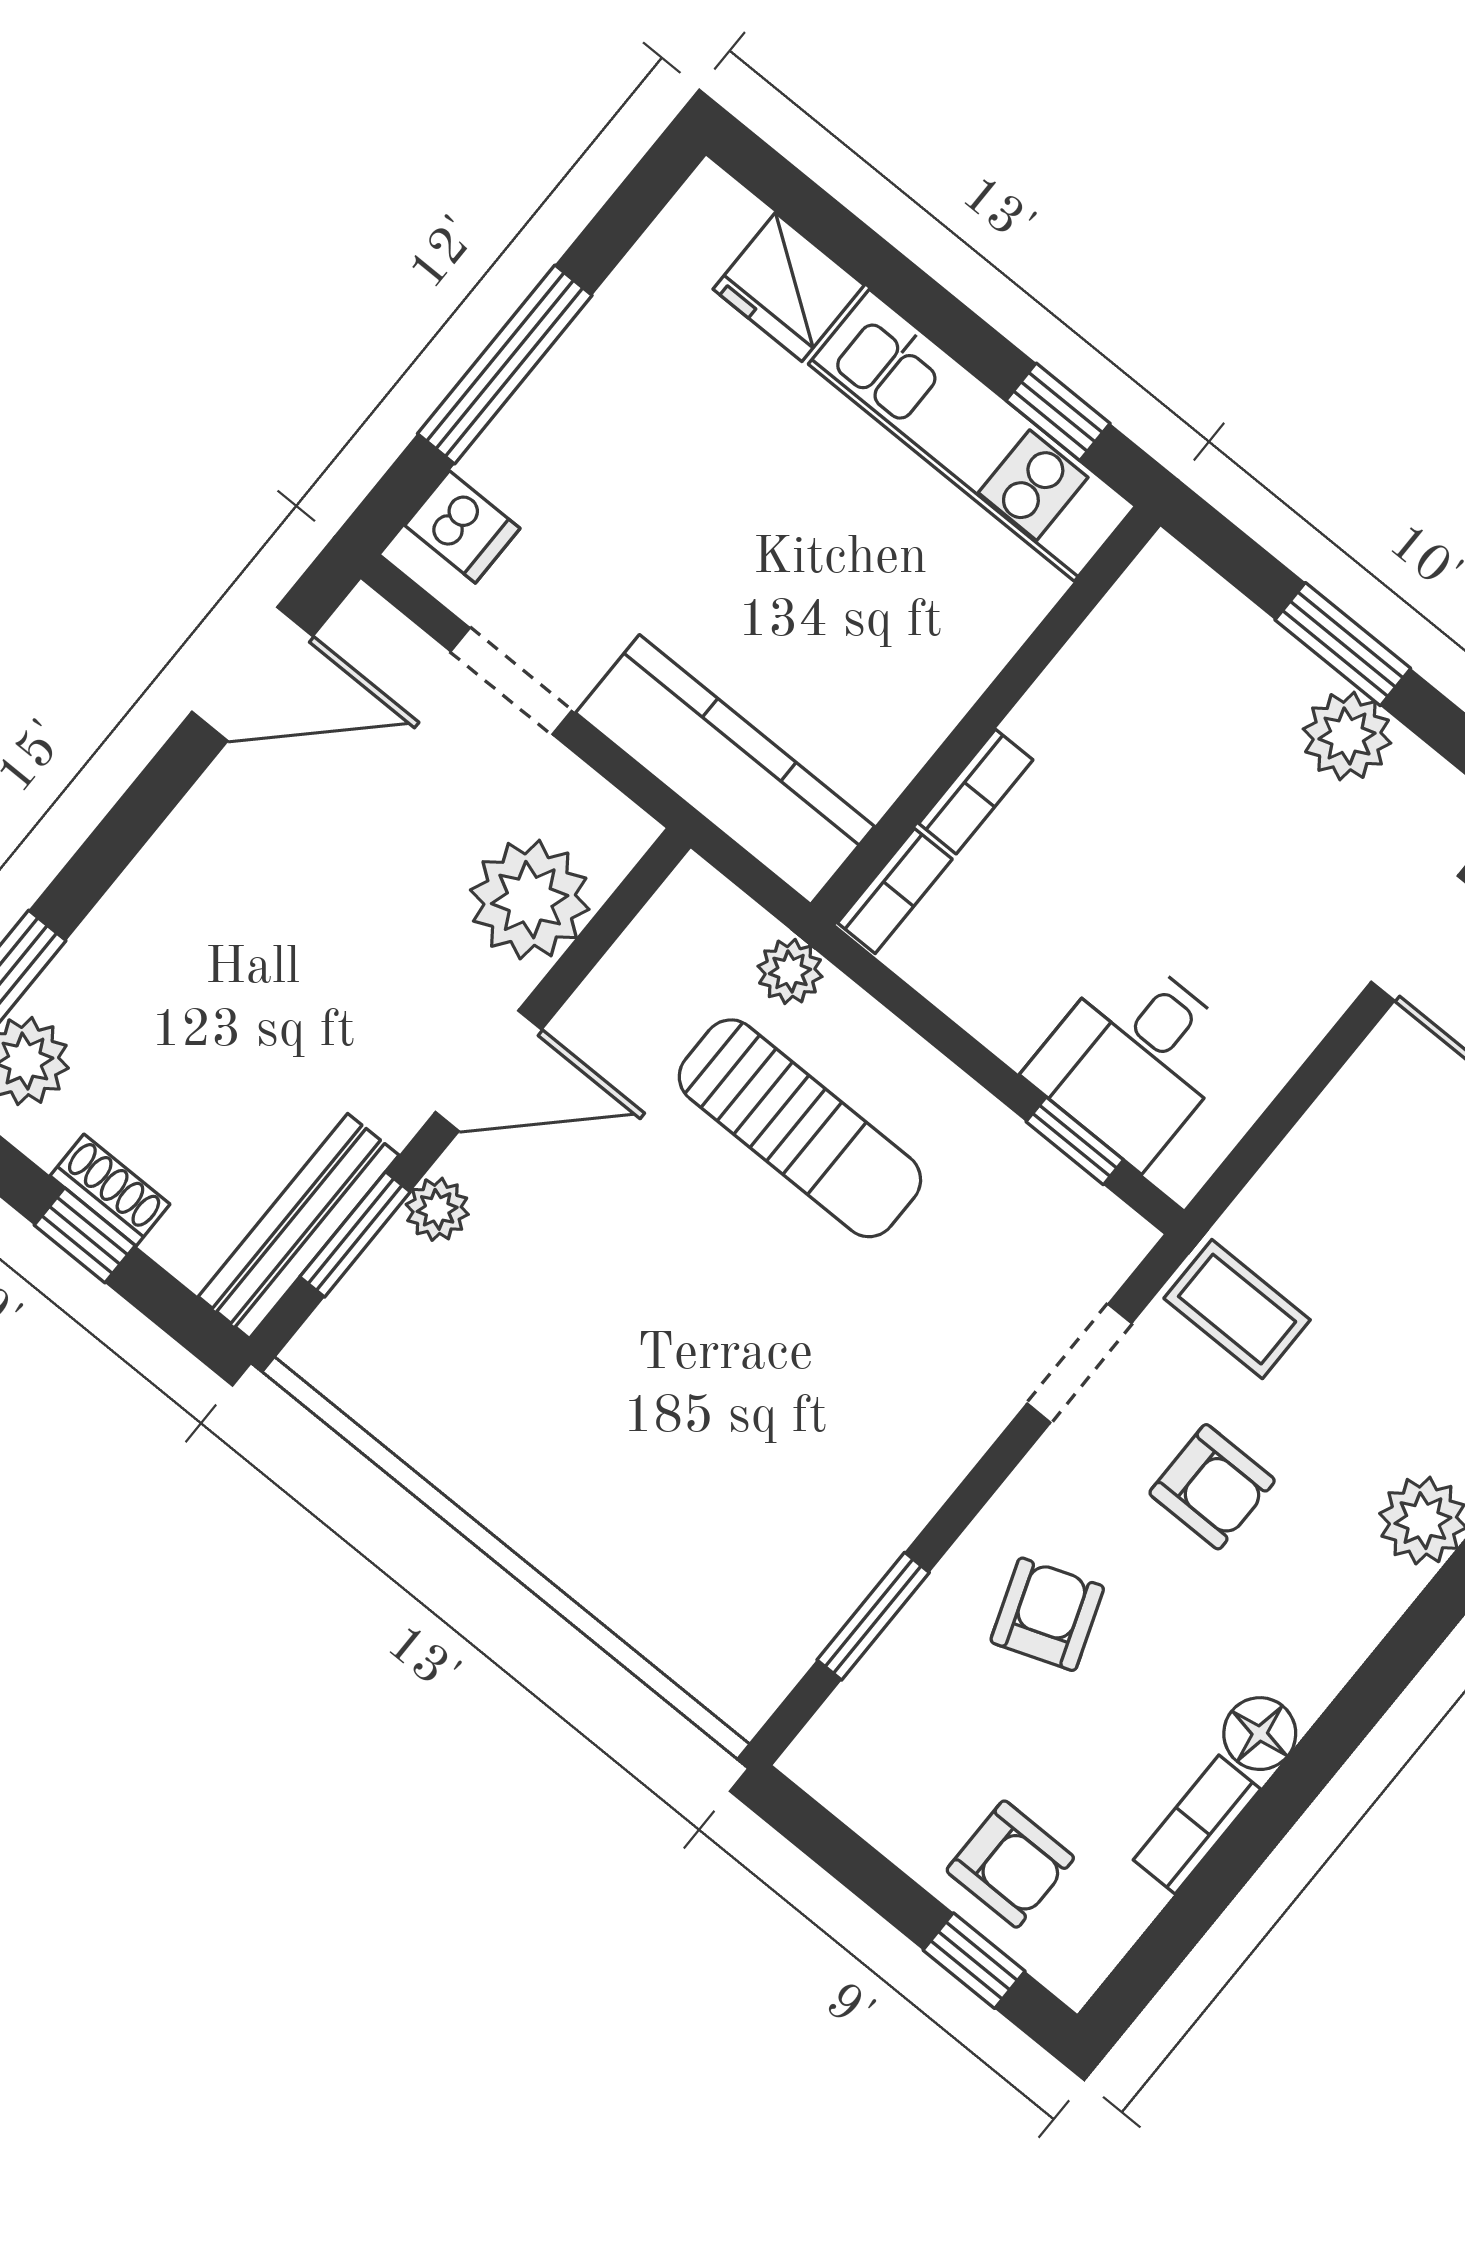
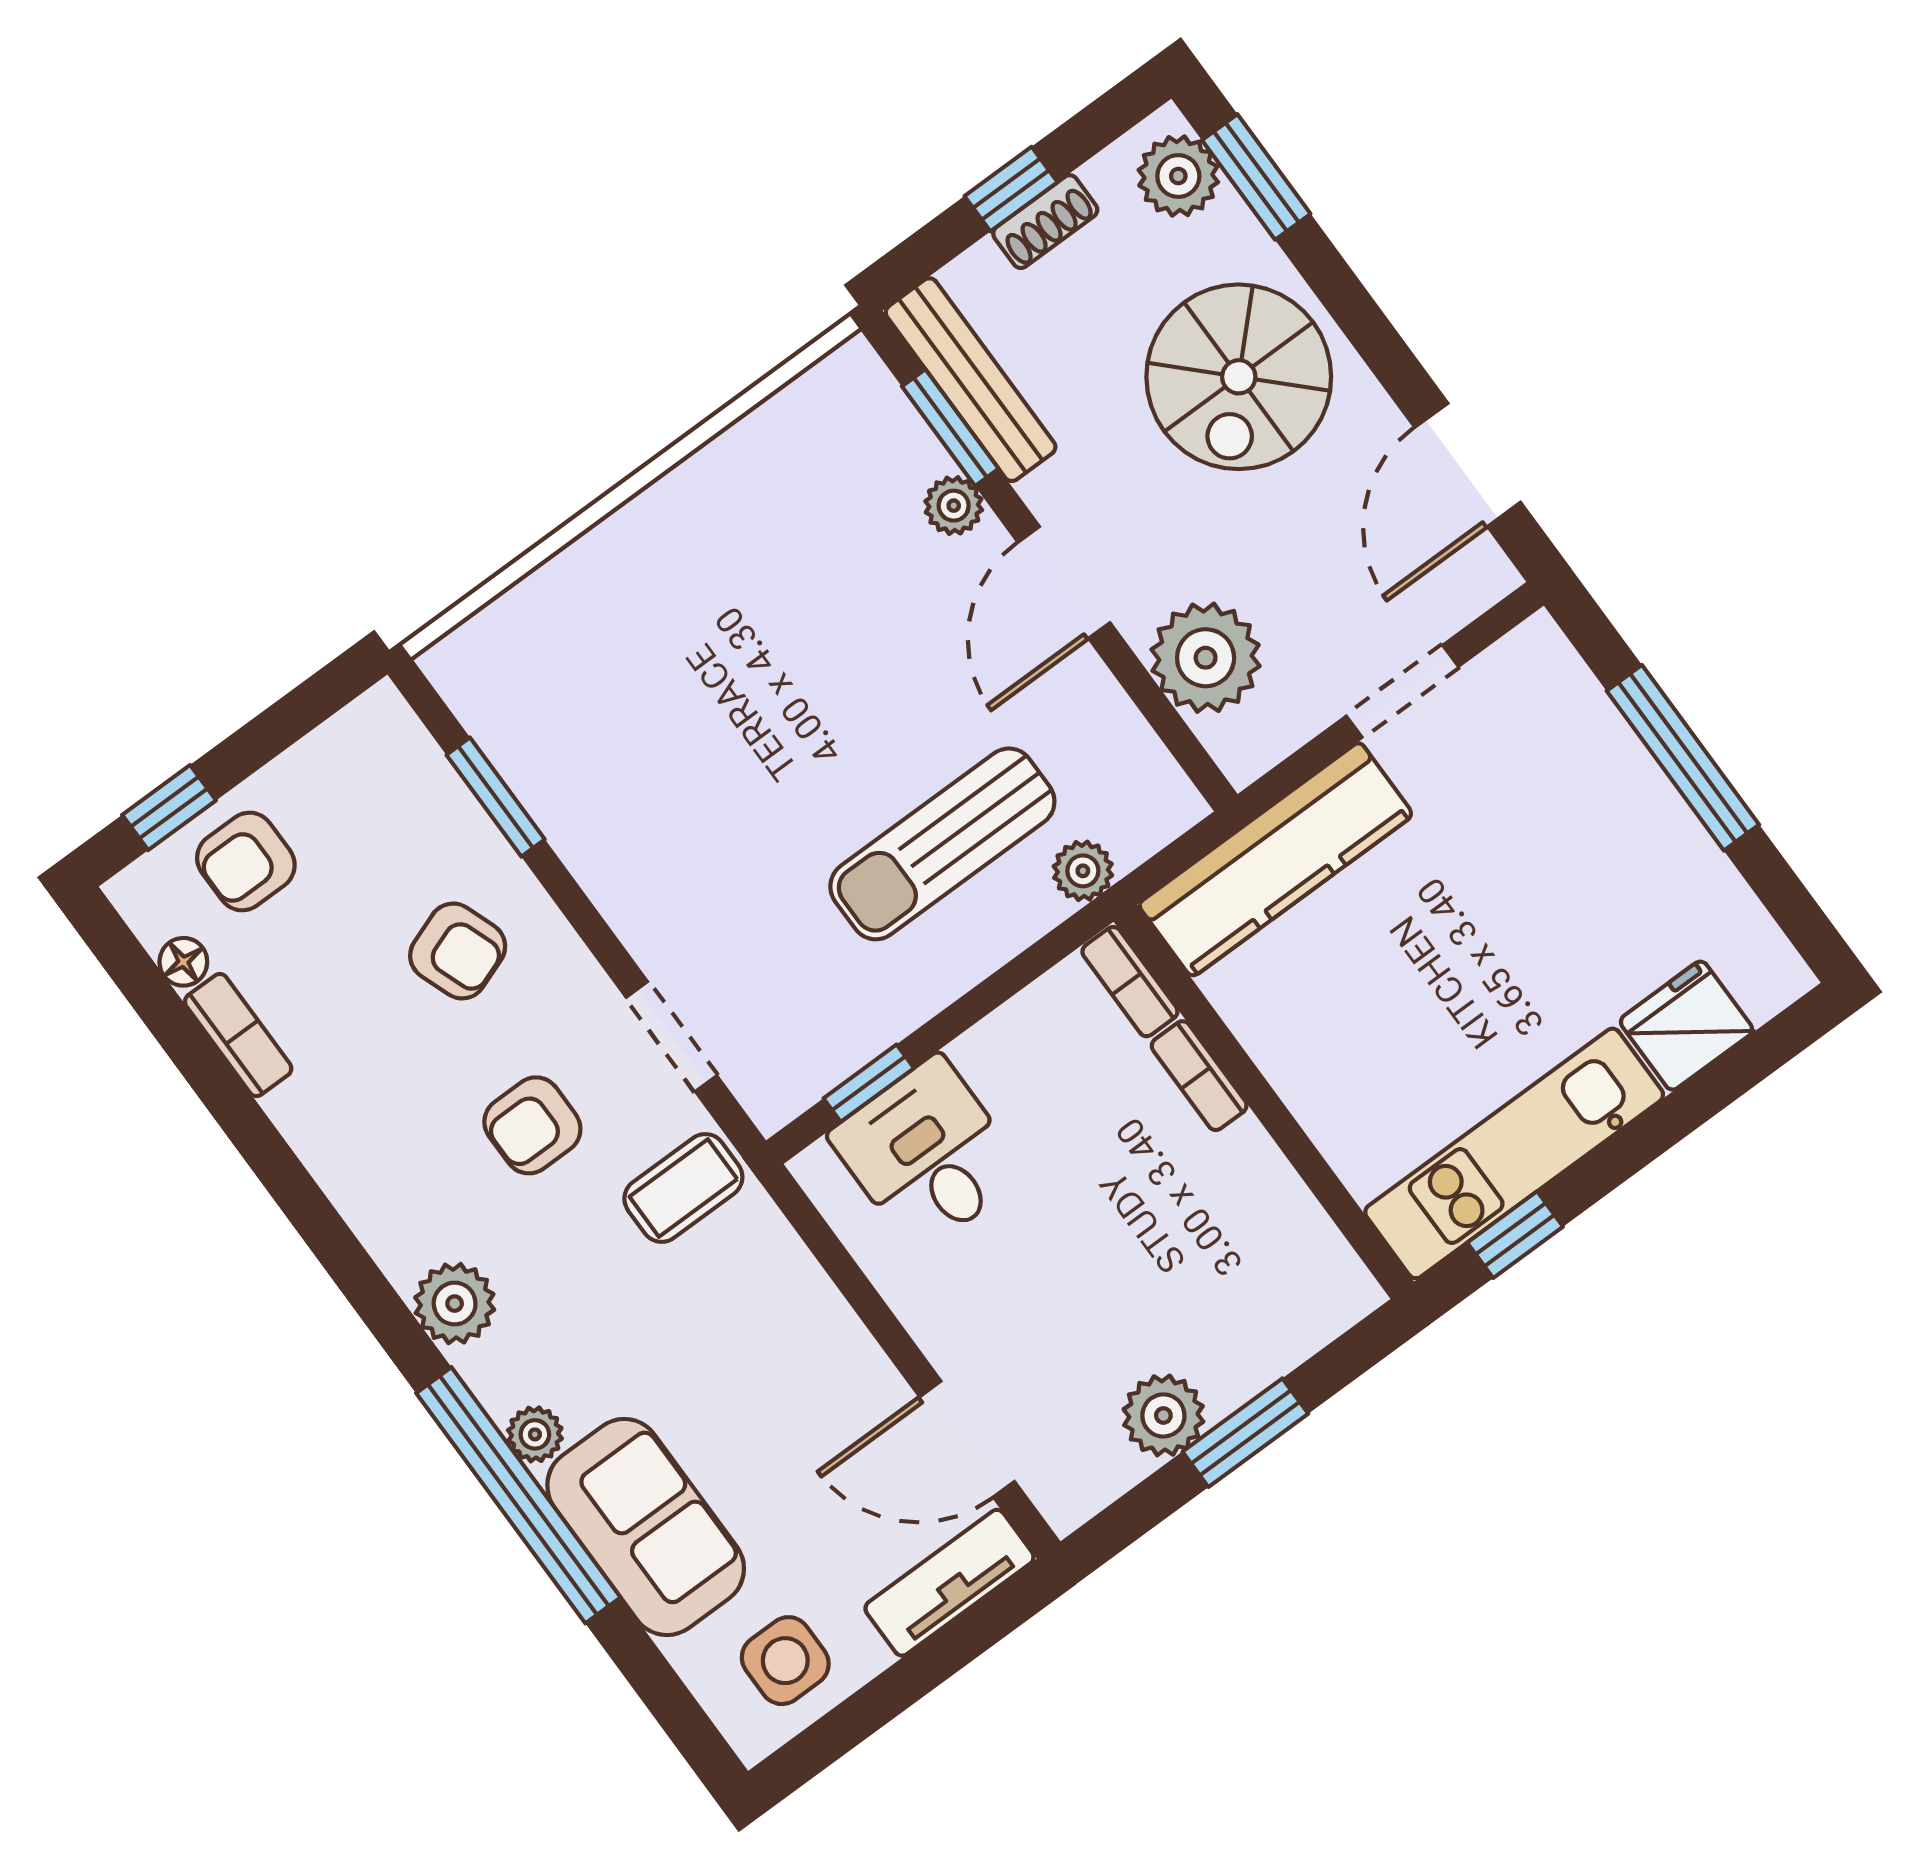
dishwasher: (462, 527) -> (1549, 683), removed
spiral stairs: (222, 942) -> (1239, 377), added
floor lamp: (1260, 1734) -> (183, 962), moved, width x0.73, depth x0.73

